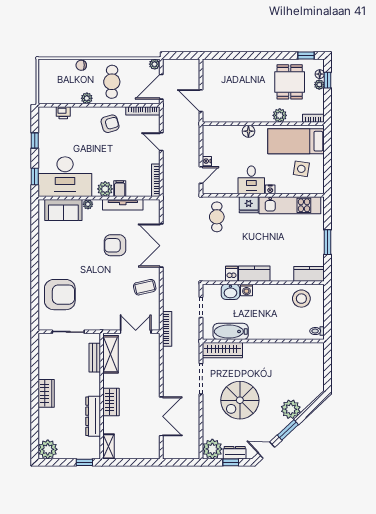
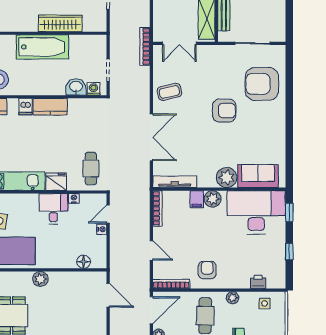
side table: (57, 93) -> (265, 303), added
plant: (280, 115) -> (40, 279), moved
armchair: (110, 124) -> (207, 270), turned 106
floor lamp: (248, 131) -> (84, 262), moved
nightstand: (270, 189) -> (74, 198), moved
plant: (88, 204) -> (227, 178), width x1.87, depth x1.87
tv unit: (123, 205) -> (175, 182), moved
armchair: (115, 245) -> (224, 110), moved
dishwasher: (232, 274) -> (25, 107), moved
washing machine: (246, 290) -> (93, 89), moved
bathtub: (231, 331) -> (42, 47), moved, width x1.36, depth x1.36
wardrobe: (222, 350) -> (60, 23), moved

